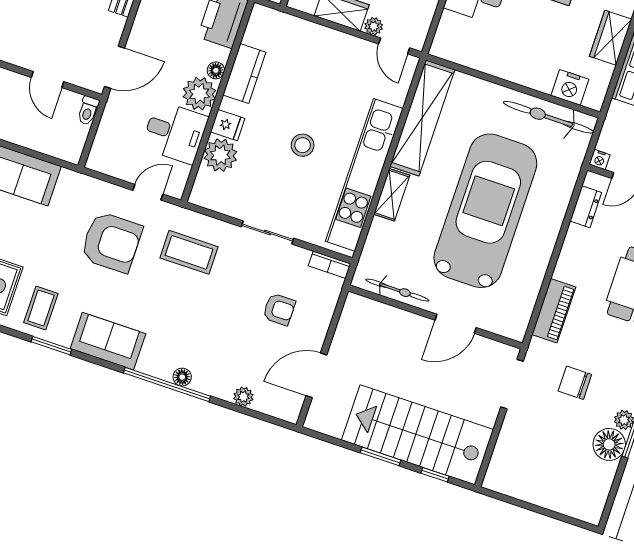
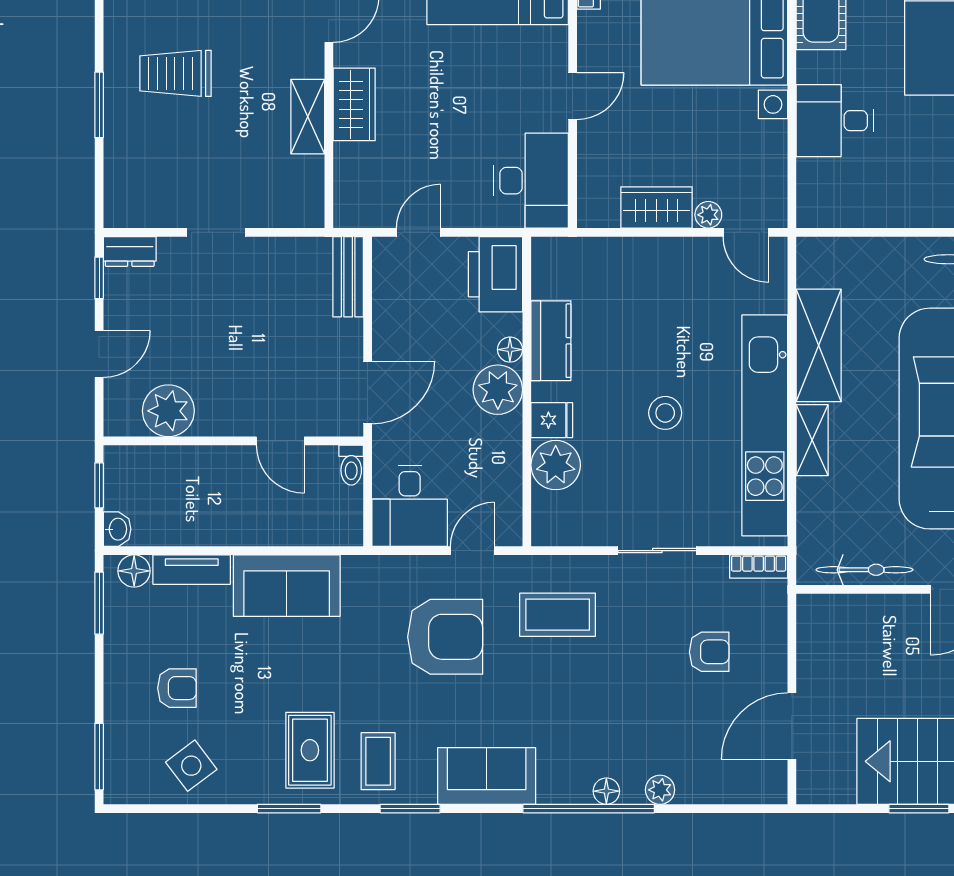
shelving: (422, 118) -> (819, 345), width x0.68
desk: (175, 132) -> (410, 506), moved, turned 90
plant: (243, 397) -> (660, 790), moved

